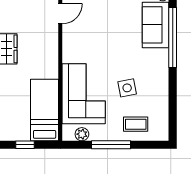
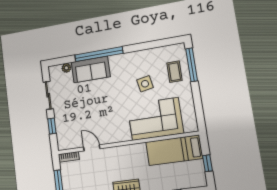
plant: (82, 134) -> (190, 115), removed
window: (111, 145) -> (192, 65), moved

